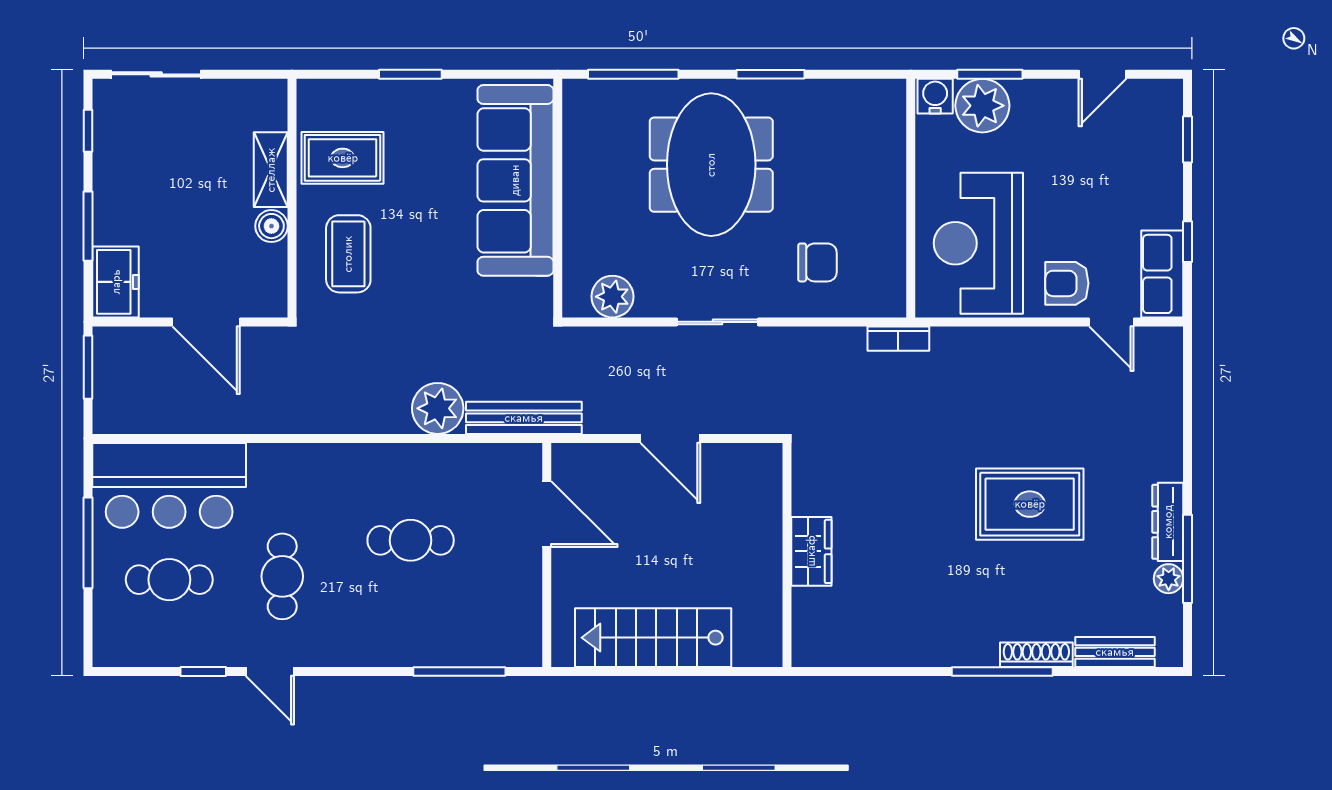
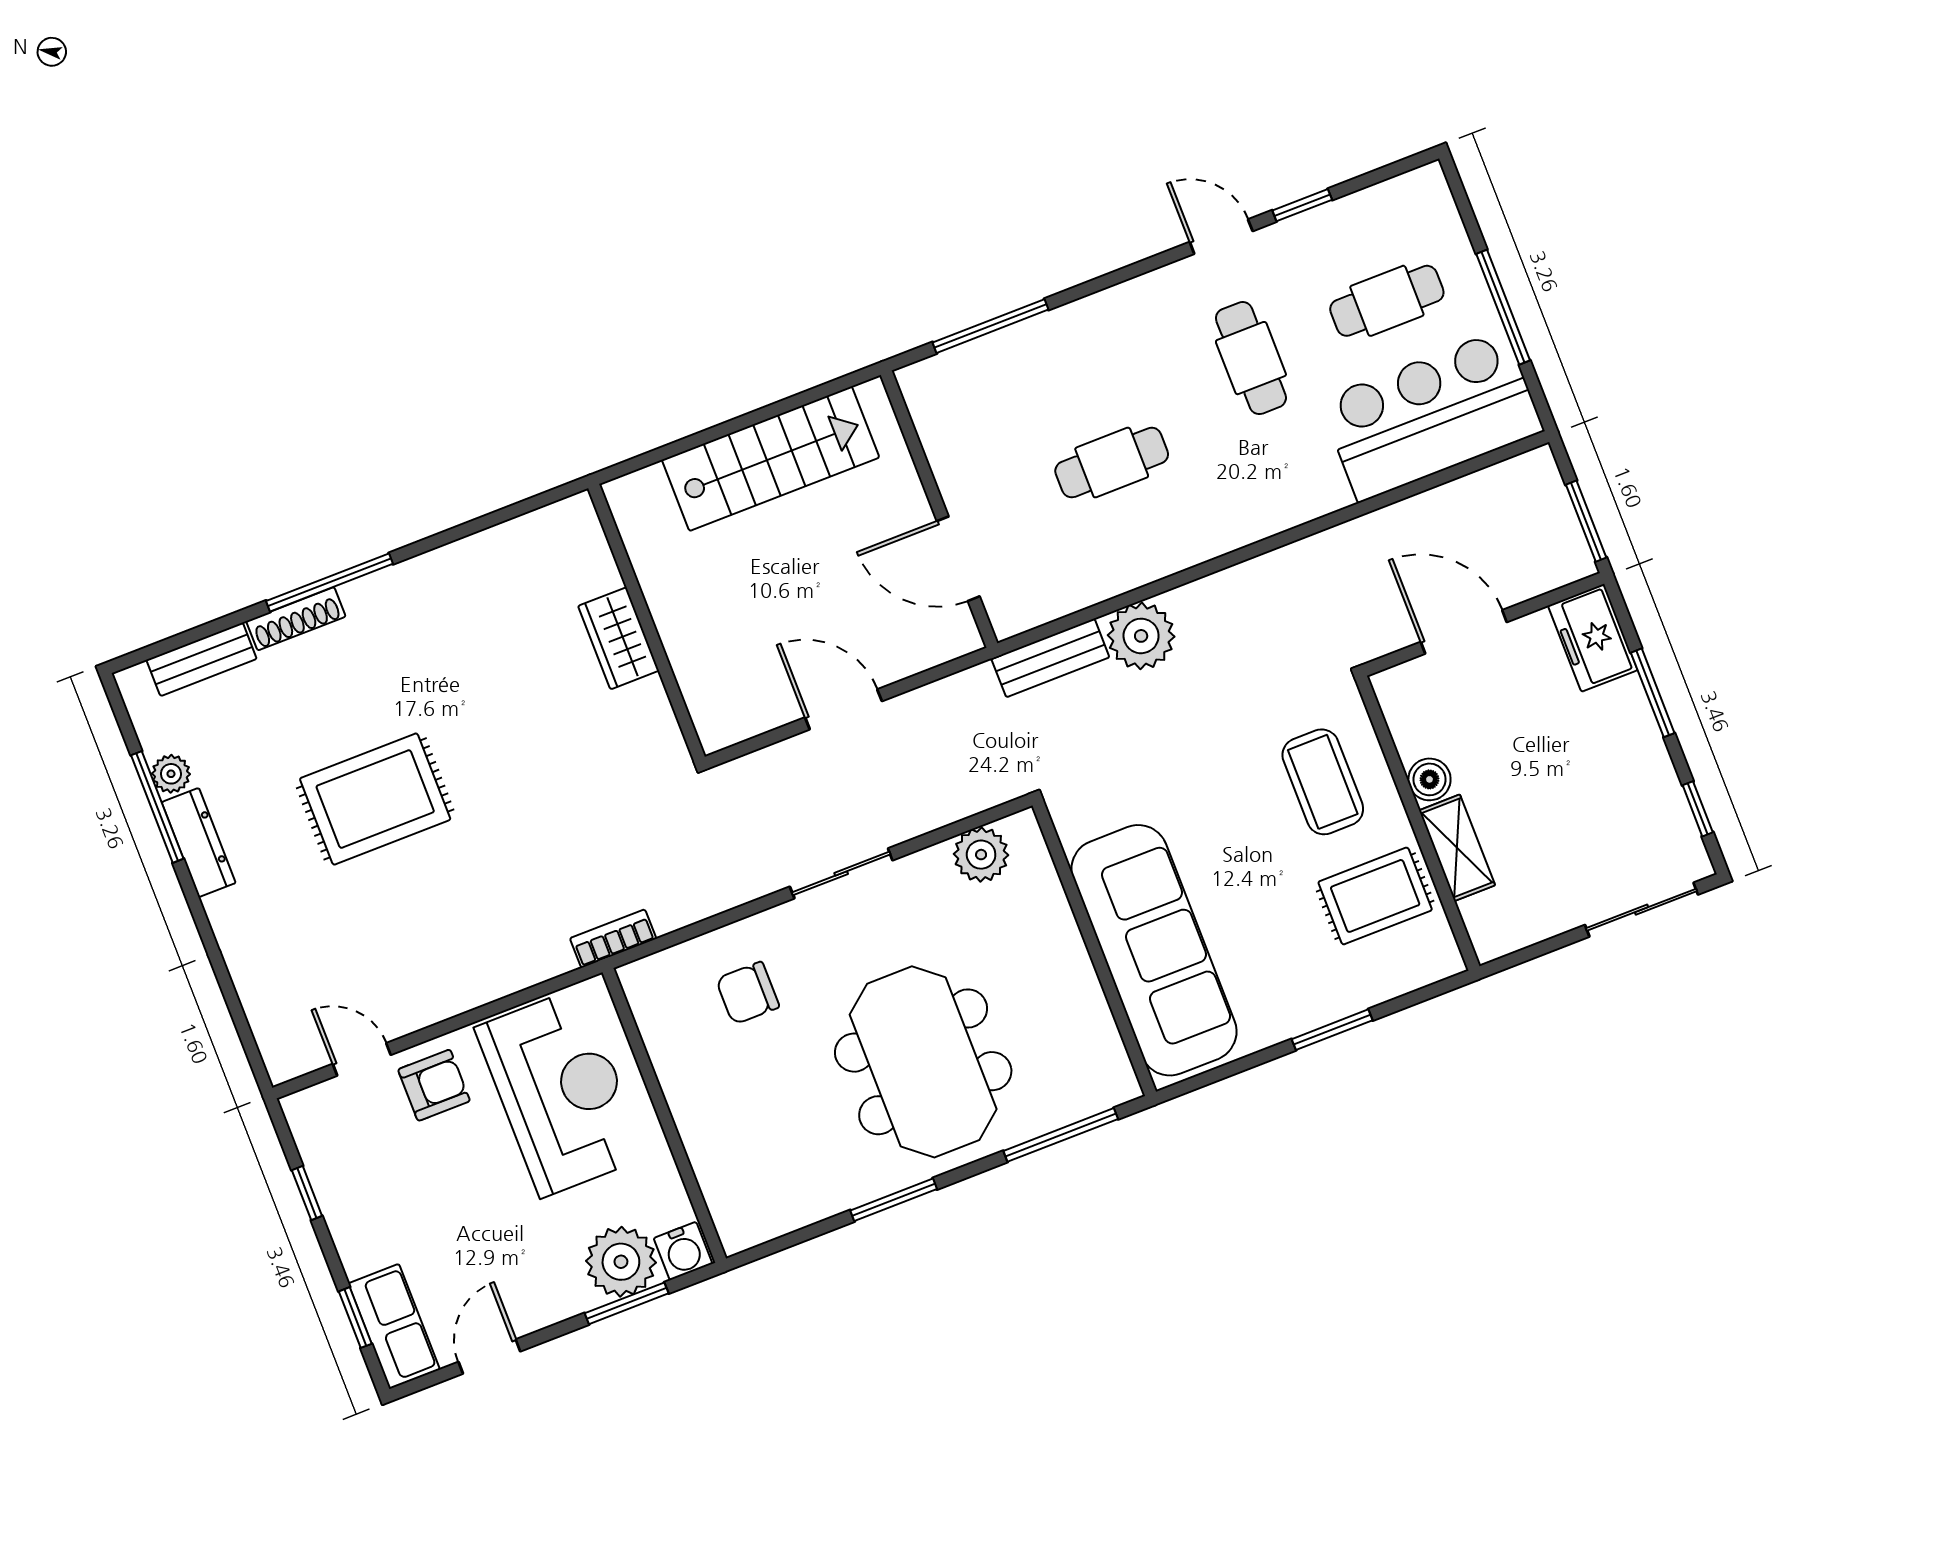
row of seats: (1162, 274) -> (394, 1326), moved
bench: (524, 418) -> (1050, 658), width x0.73

